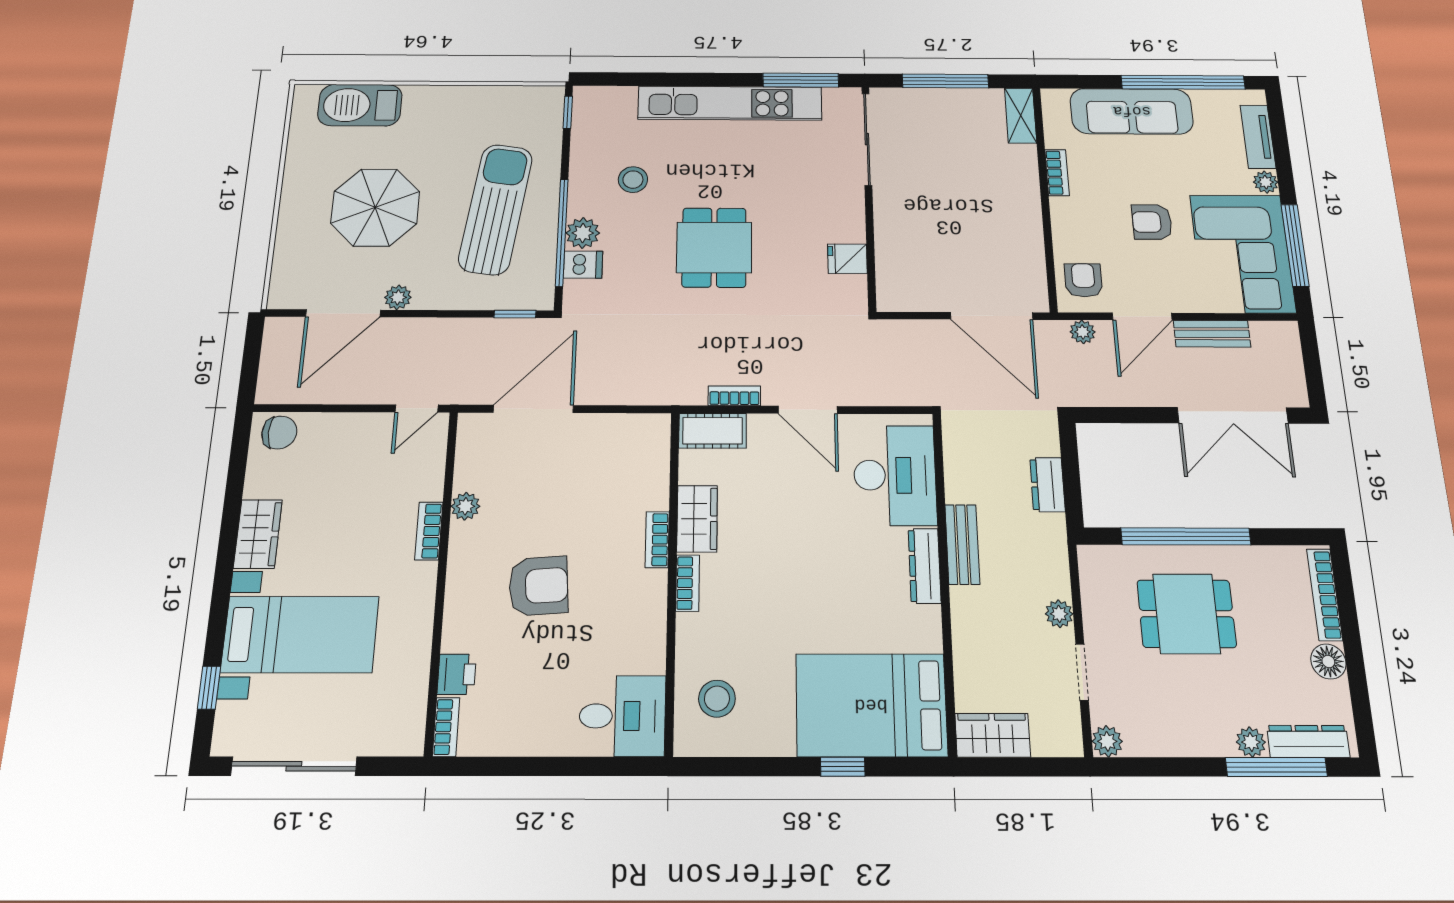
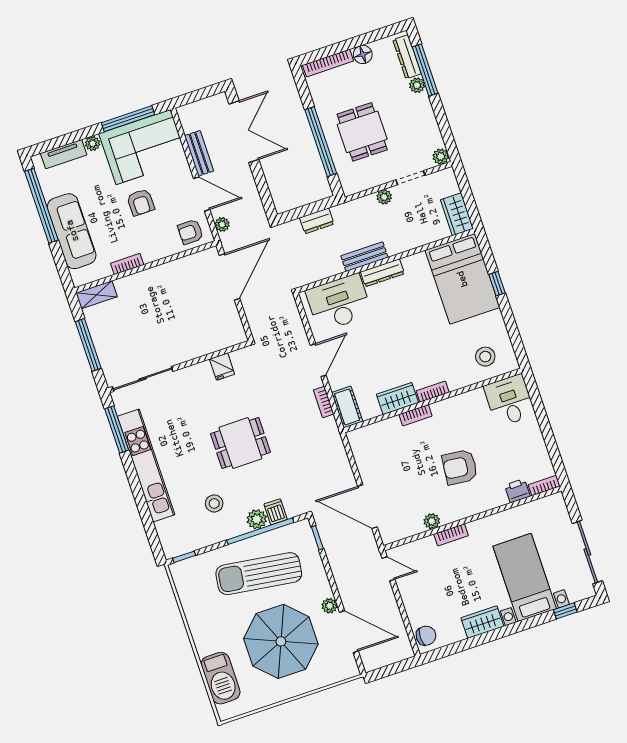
parasol: (375, 207) -> (281, 641), width x1.36, depth x1.36
chair: (279, 433) -> (426, 636), turned 90
armchair: (539, 586) -> (460, 467), turned -80

